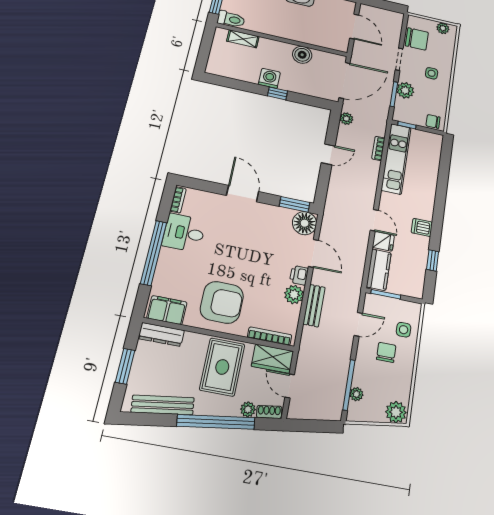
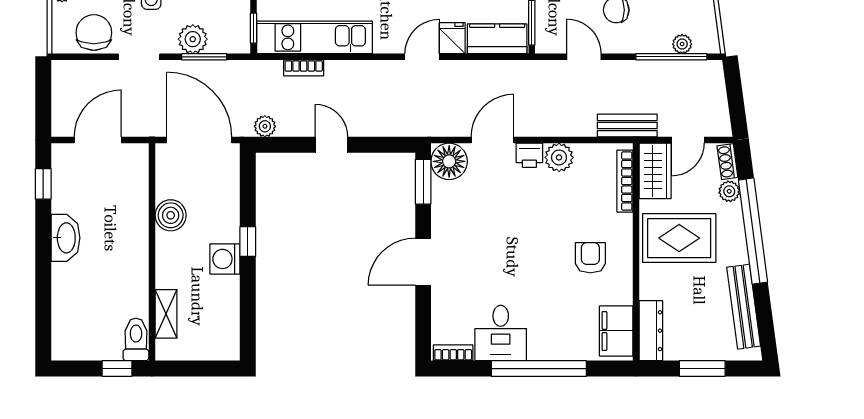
armchair: (222, 302) -> (590, 258), width x0.53, depth x0.53
bench: (314, 306) -> (627, 126), moved

